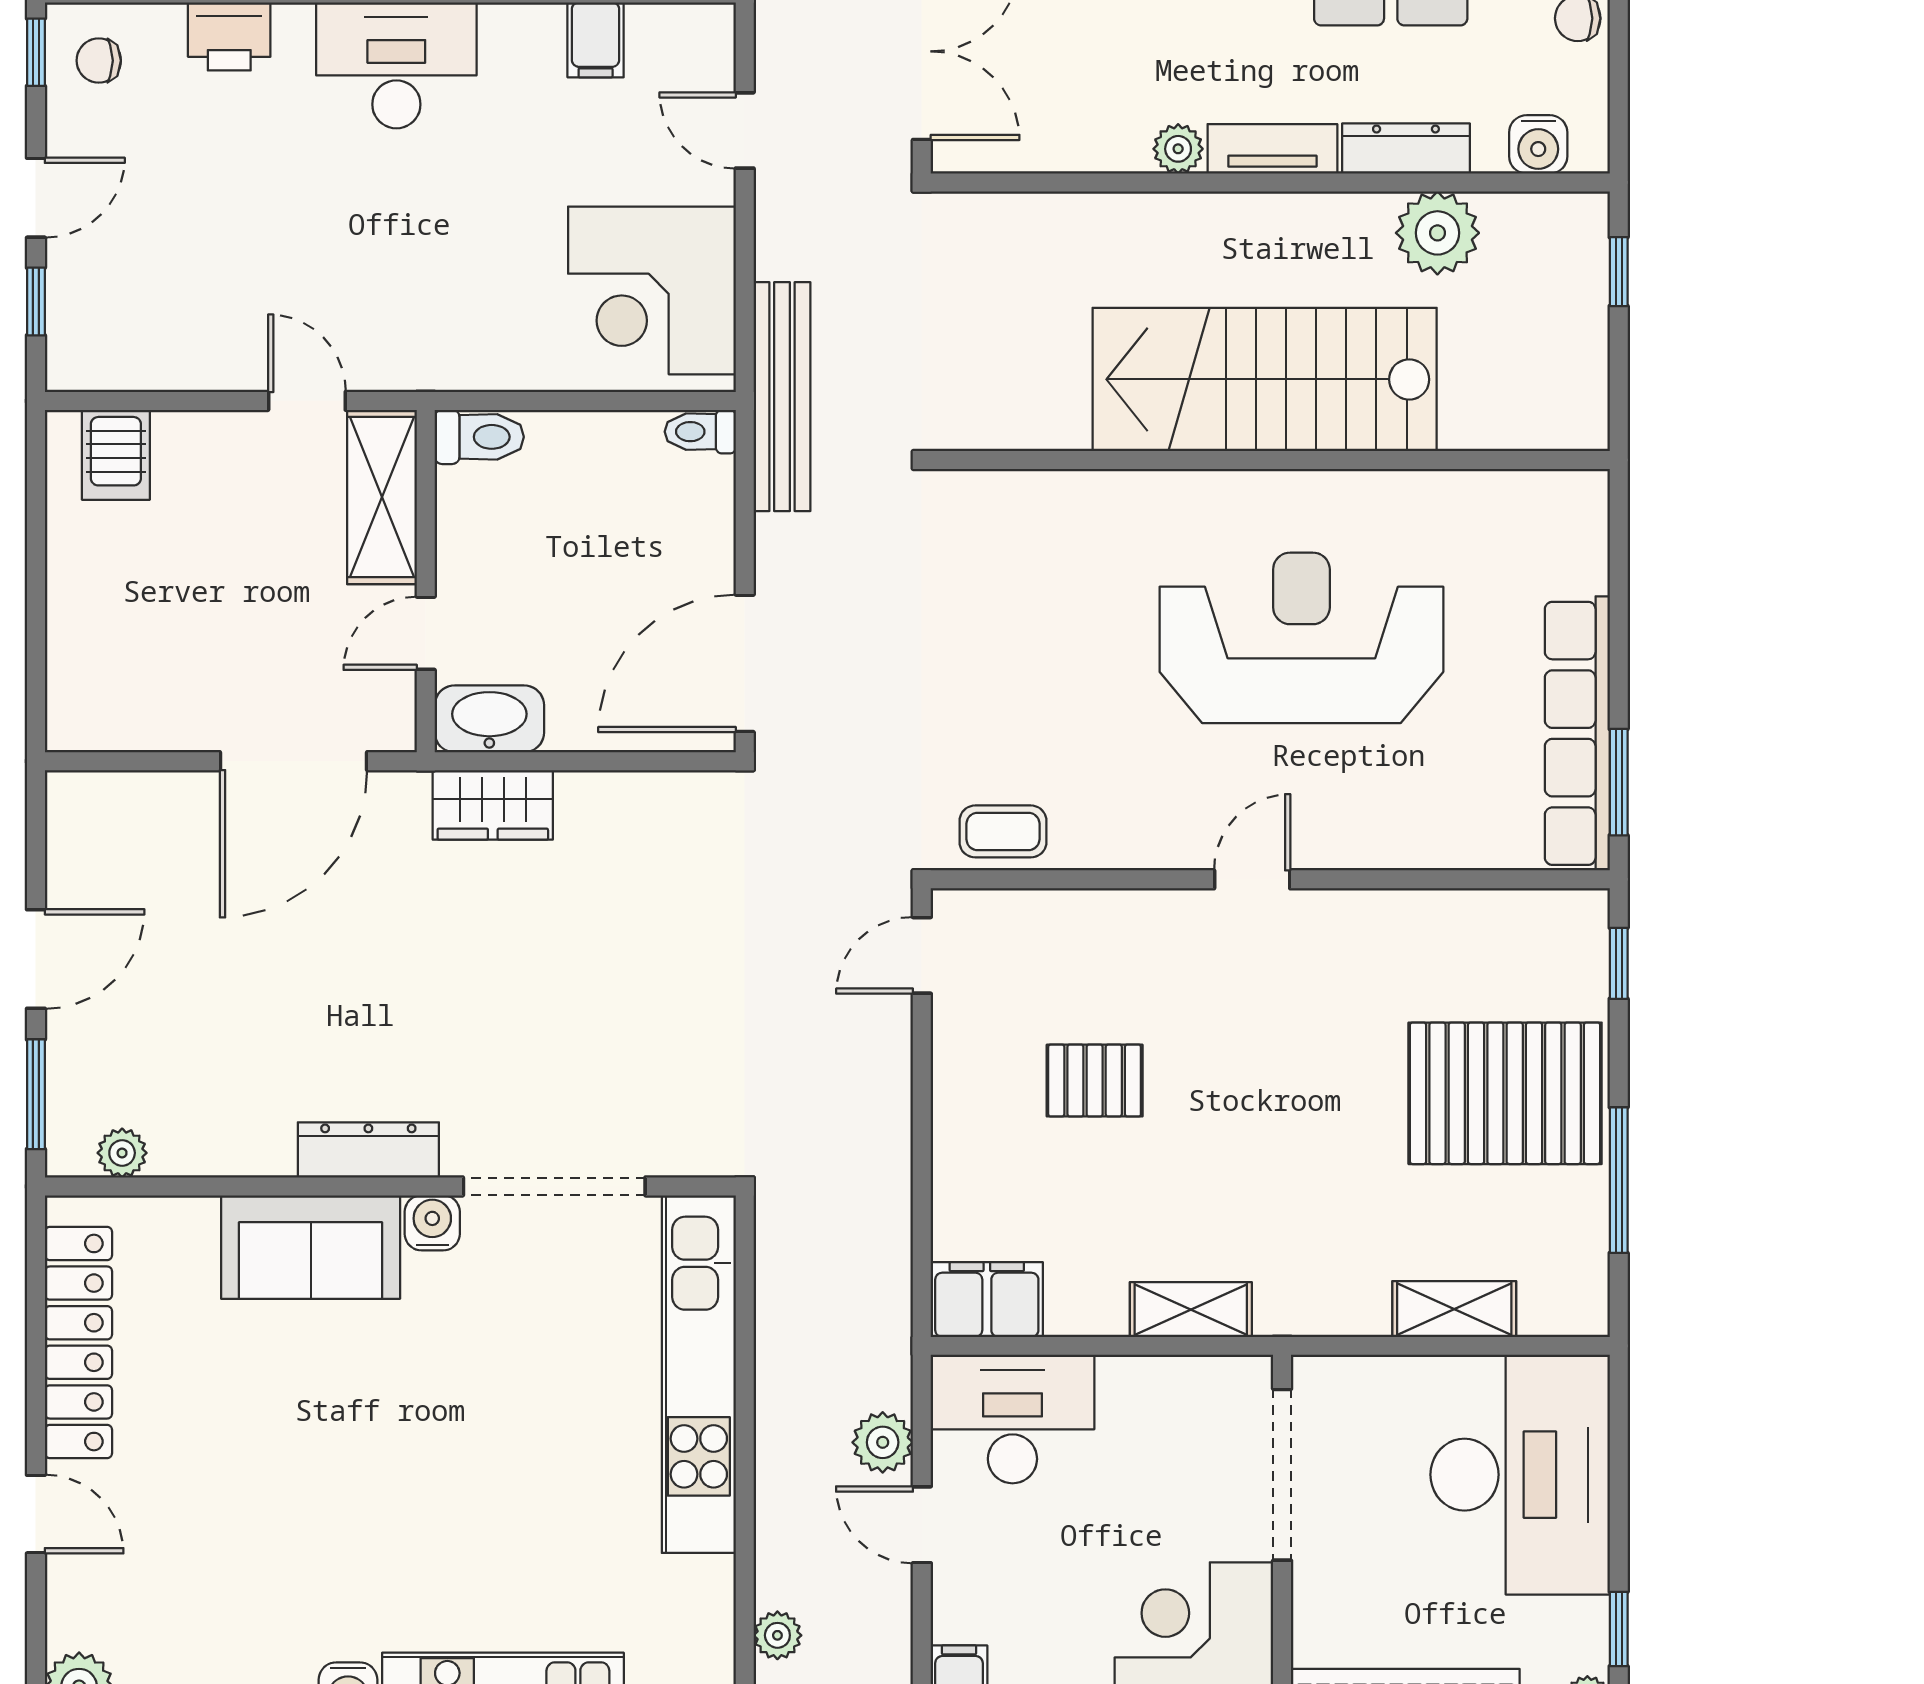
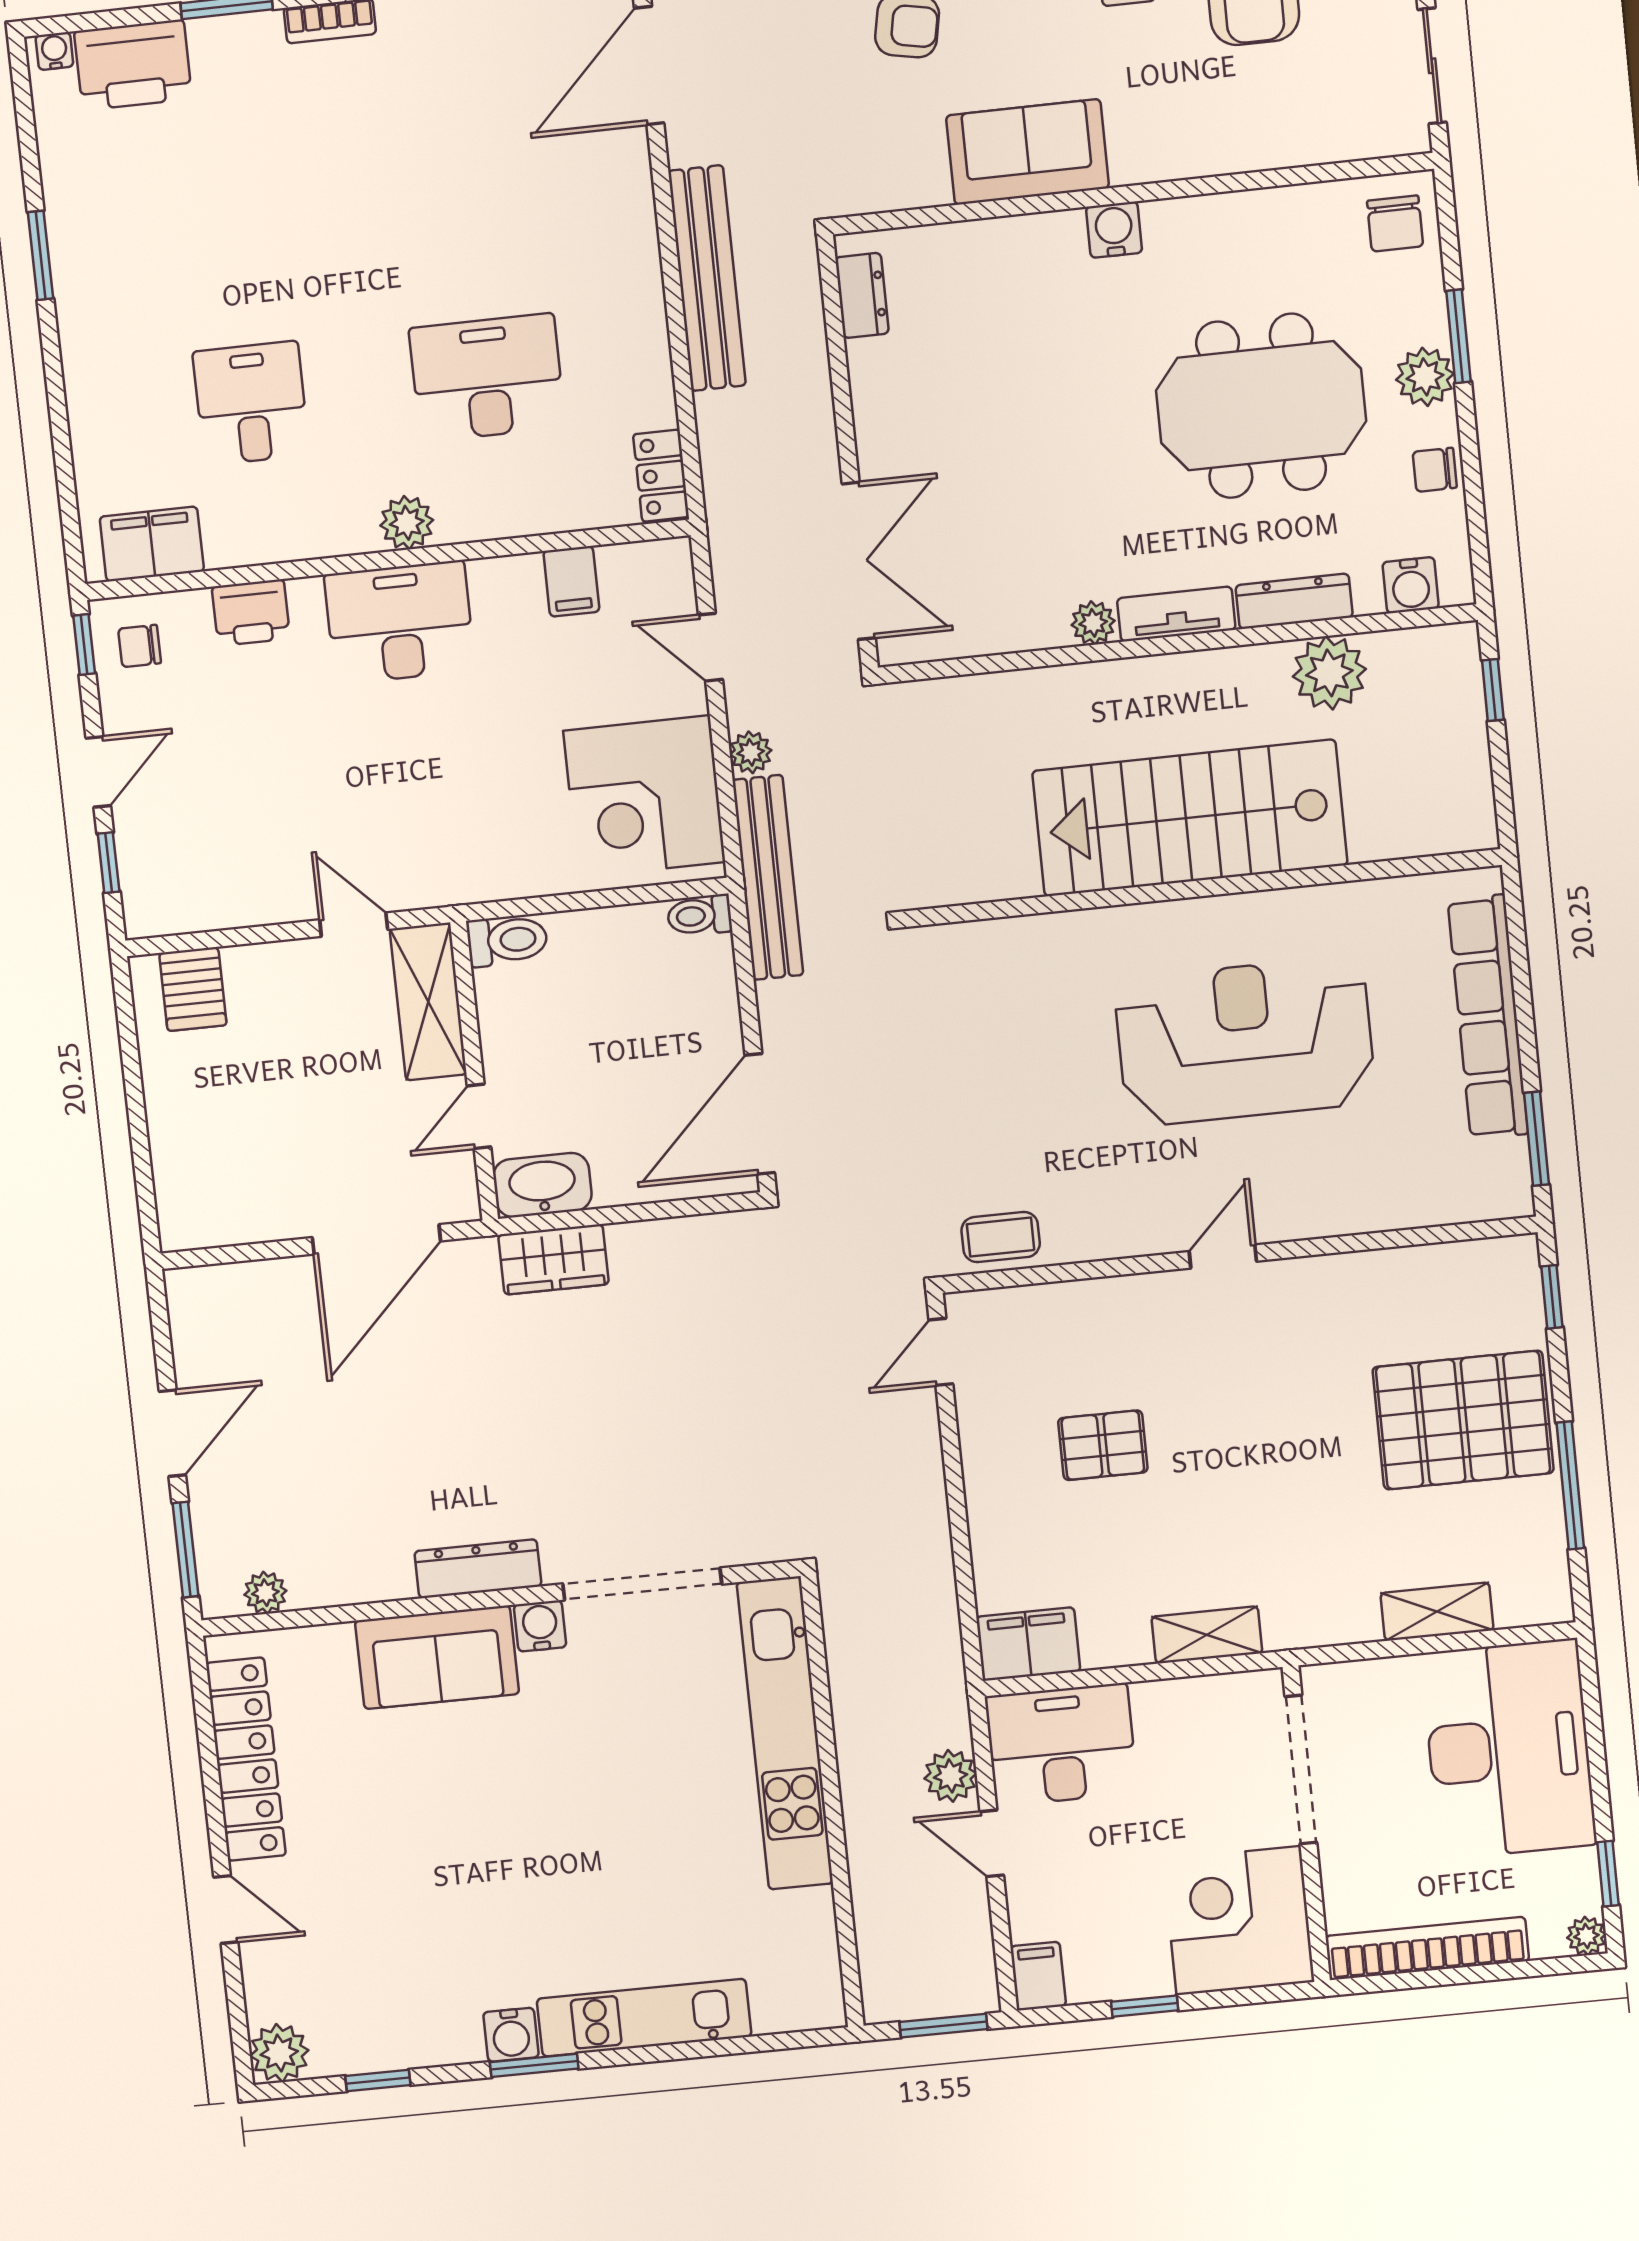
row of seats: (1577, 733) -> (1488, 1017), moved
plant: (777, 1635) -> (751, 752), moved

